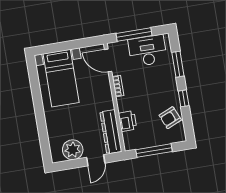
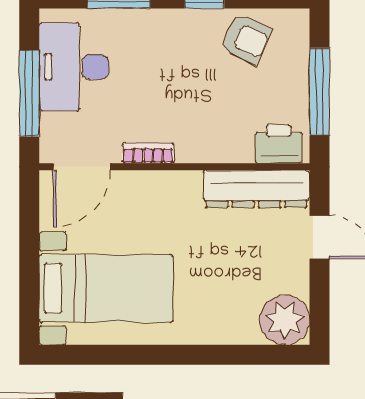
armchair: (170, 118) -> (246, 39), turned -42
printer: (127, 121) -> (279, 144), moved
plant: (73, 150) -> (285, 320), moved

